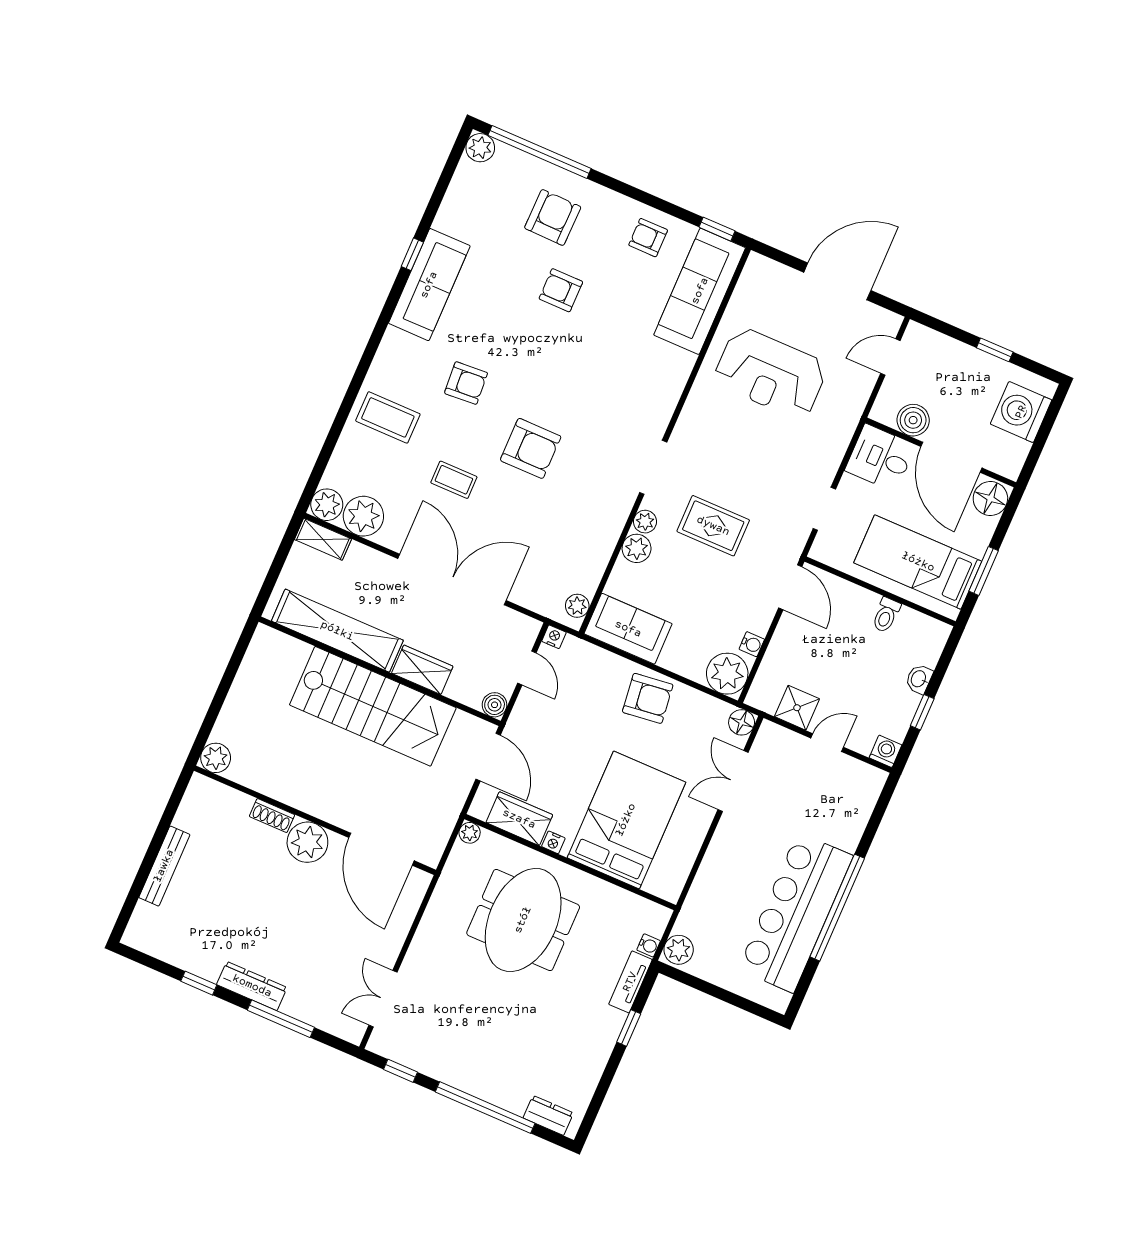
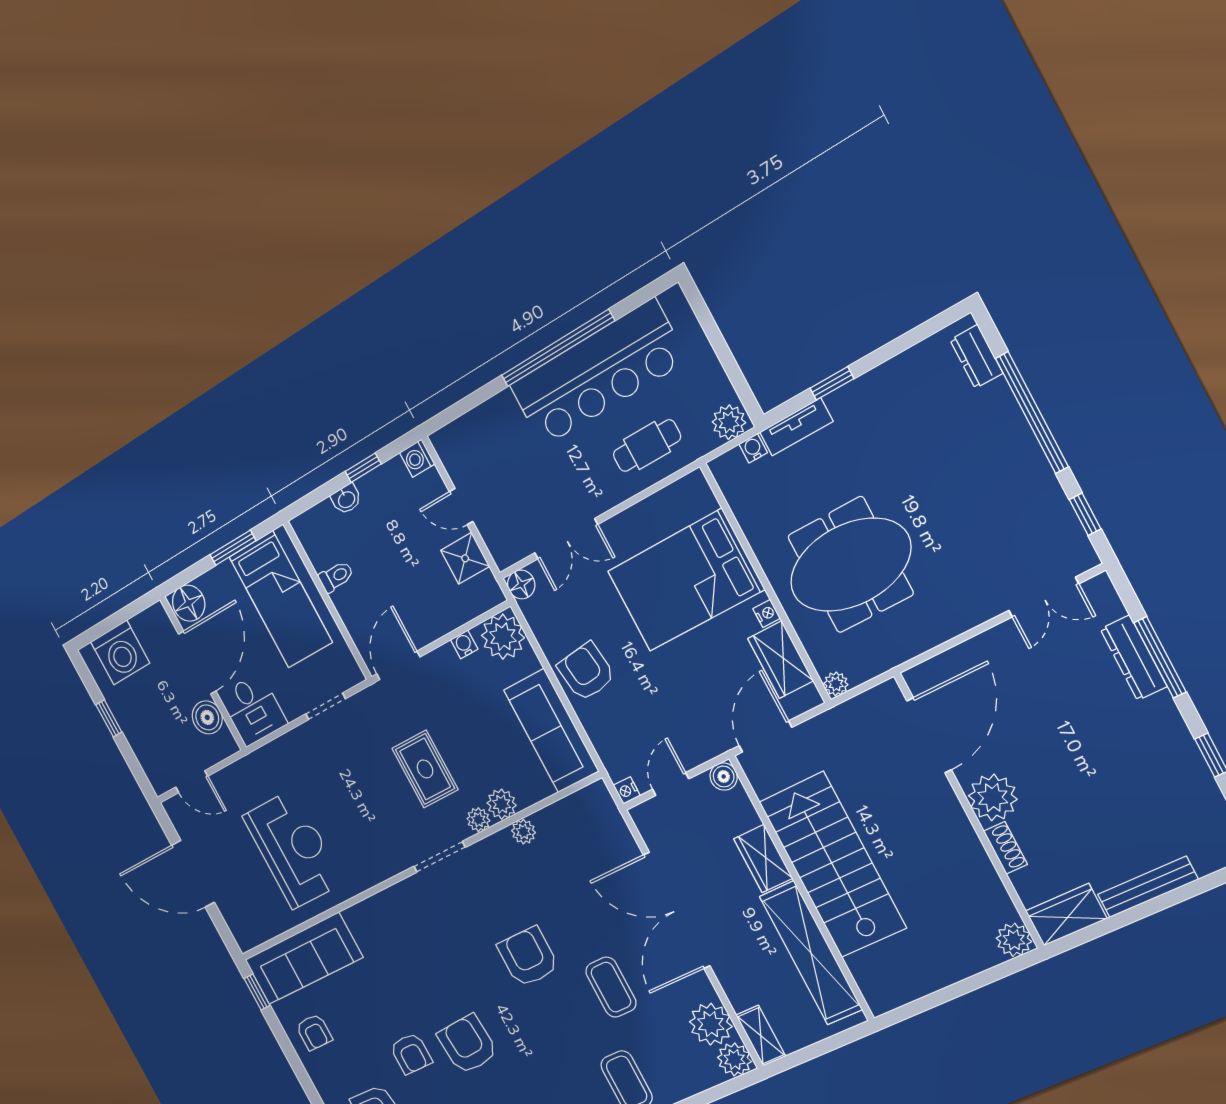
armchair: (466, 383) -> (467, 1044), moved, width x1.38, depth x1.38
coffee table: (454, 480) -> (611, 987), width x1.36, depth x1.30
plant: (577, 606) -> (523, 832), moved
sofa: (628, 629) -> (551, 731), width x1.36
wardrobe: (198, 804) -> (1066, 915), added
cafe table: (724, 890) -> (647, 446), added
dresser: (252, 986) -> (1134, 658), moved

